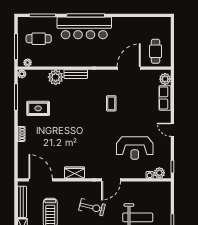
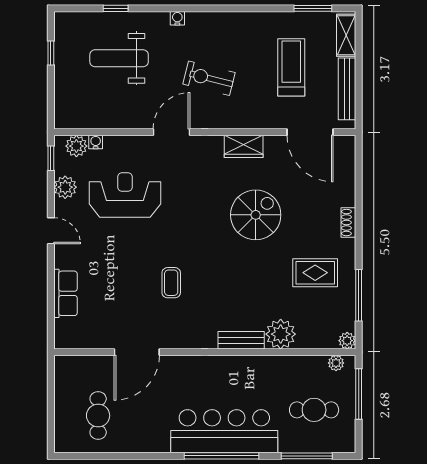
cafe table: (156, 51) -> (98, 416), moved
plant: (165, 79) -> (65, 187), moved
spiral stairs: (68, 138) -> (256, 215), added

